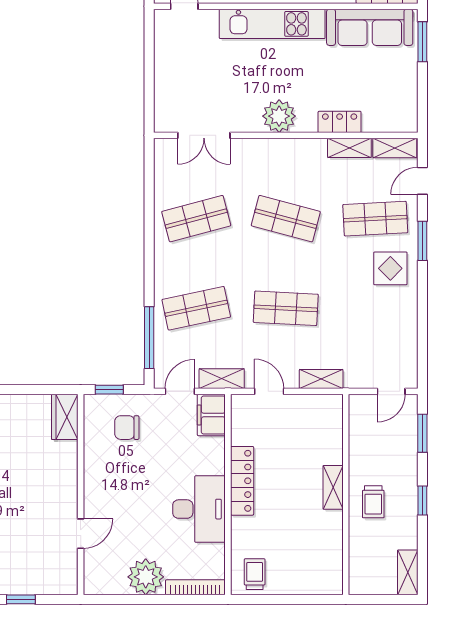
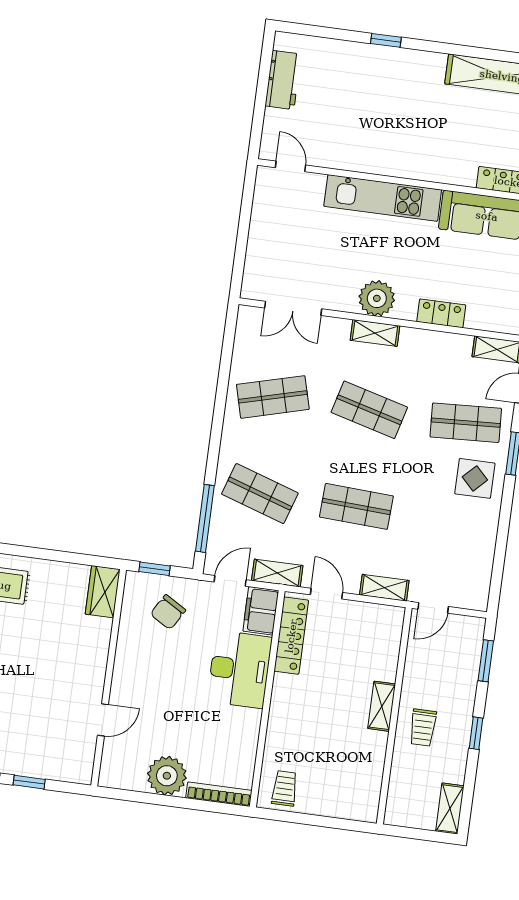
shelving: (349, 148) -> (375, 333), moved
shop shelf: (196, 308) -> (260, 494), turned 30
door: (391, 391) -> (433, 608), moved
chair: (127, 428) -> (168, 612), turned -59
locker: (242, 481) -> (291, 636), moved
desk: (199, 509) -> (240, 669), moved

